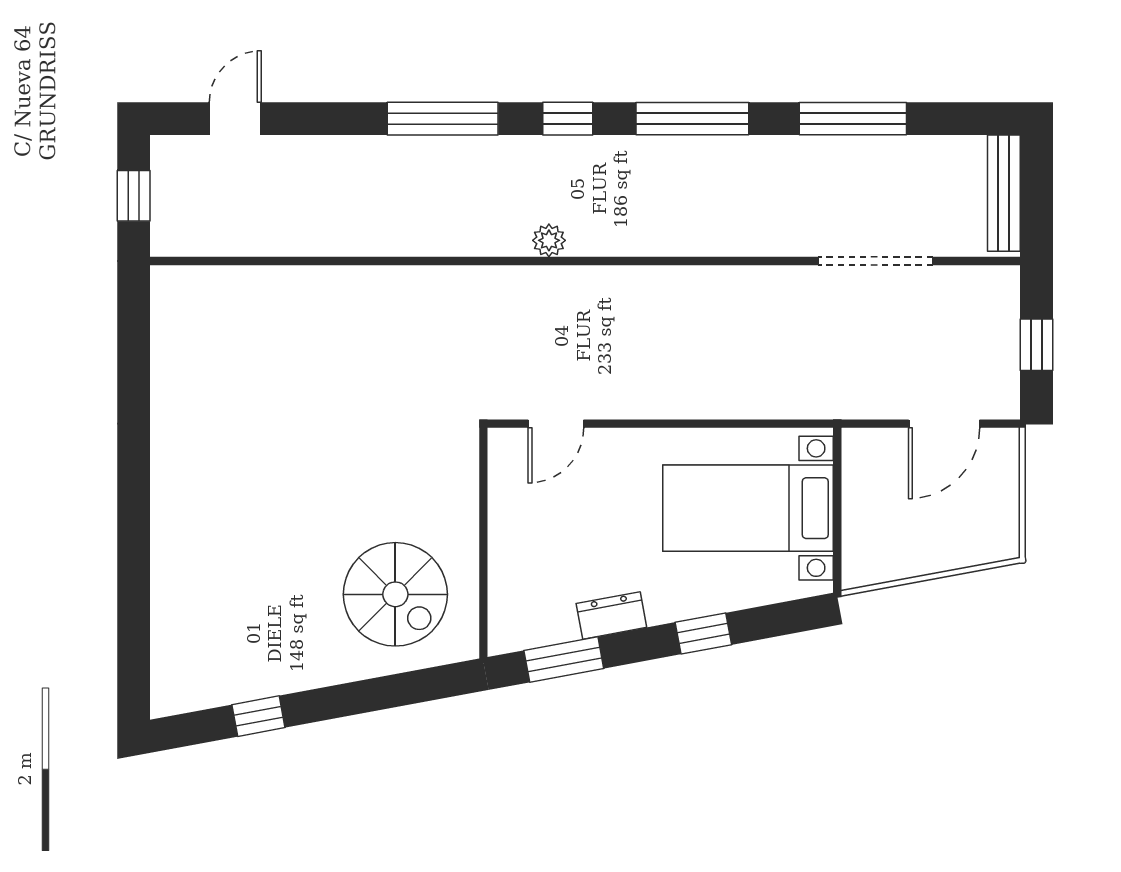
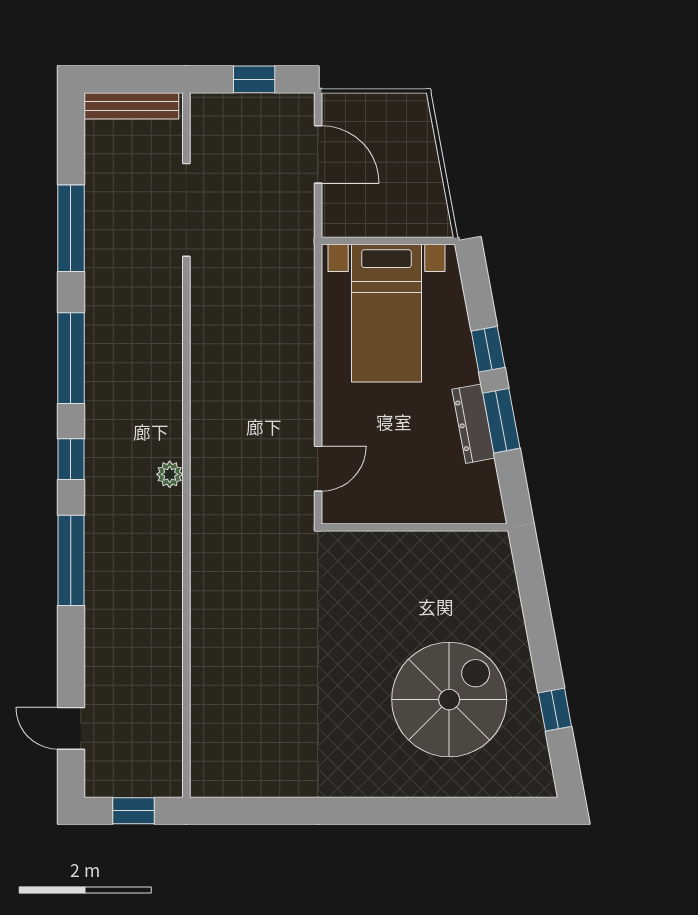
door: (556, 424) -> (318, 469), hinge flipped
spiral stairs: (395, 594) -> (449, 700), moved, width x1.37, depth x1.37
dresser: (611, 615) -> (473, 424), width x1.44
window: (564, 659) -> (501, 421), moved

